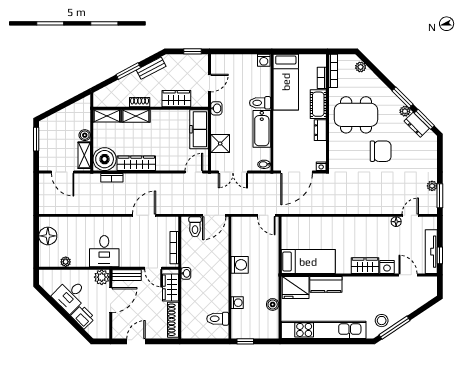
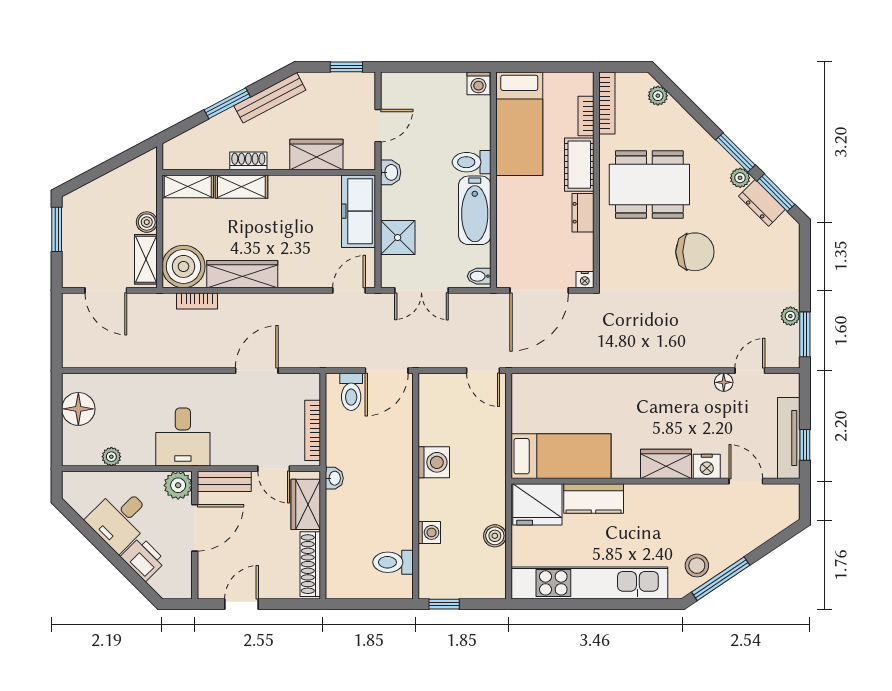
bench: (151, 68) -> (270, 98), width x1.36

